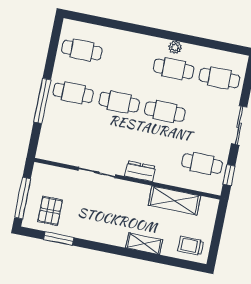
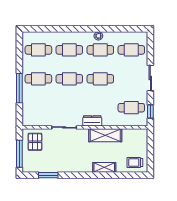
cafe table: (128, 59) -> (69, 50), added
shelving: (174, 200) -> (105, 135), moved
pallet: (50, 211) -> (35, 142), moved

